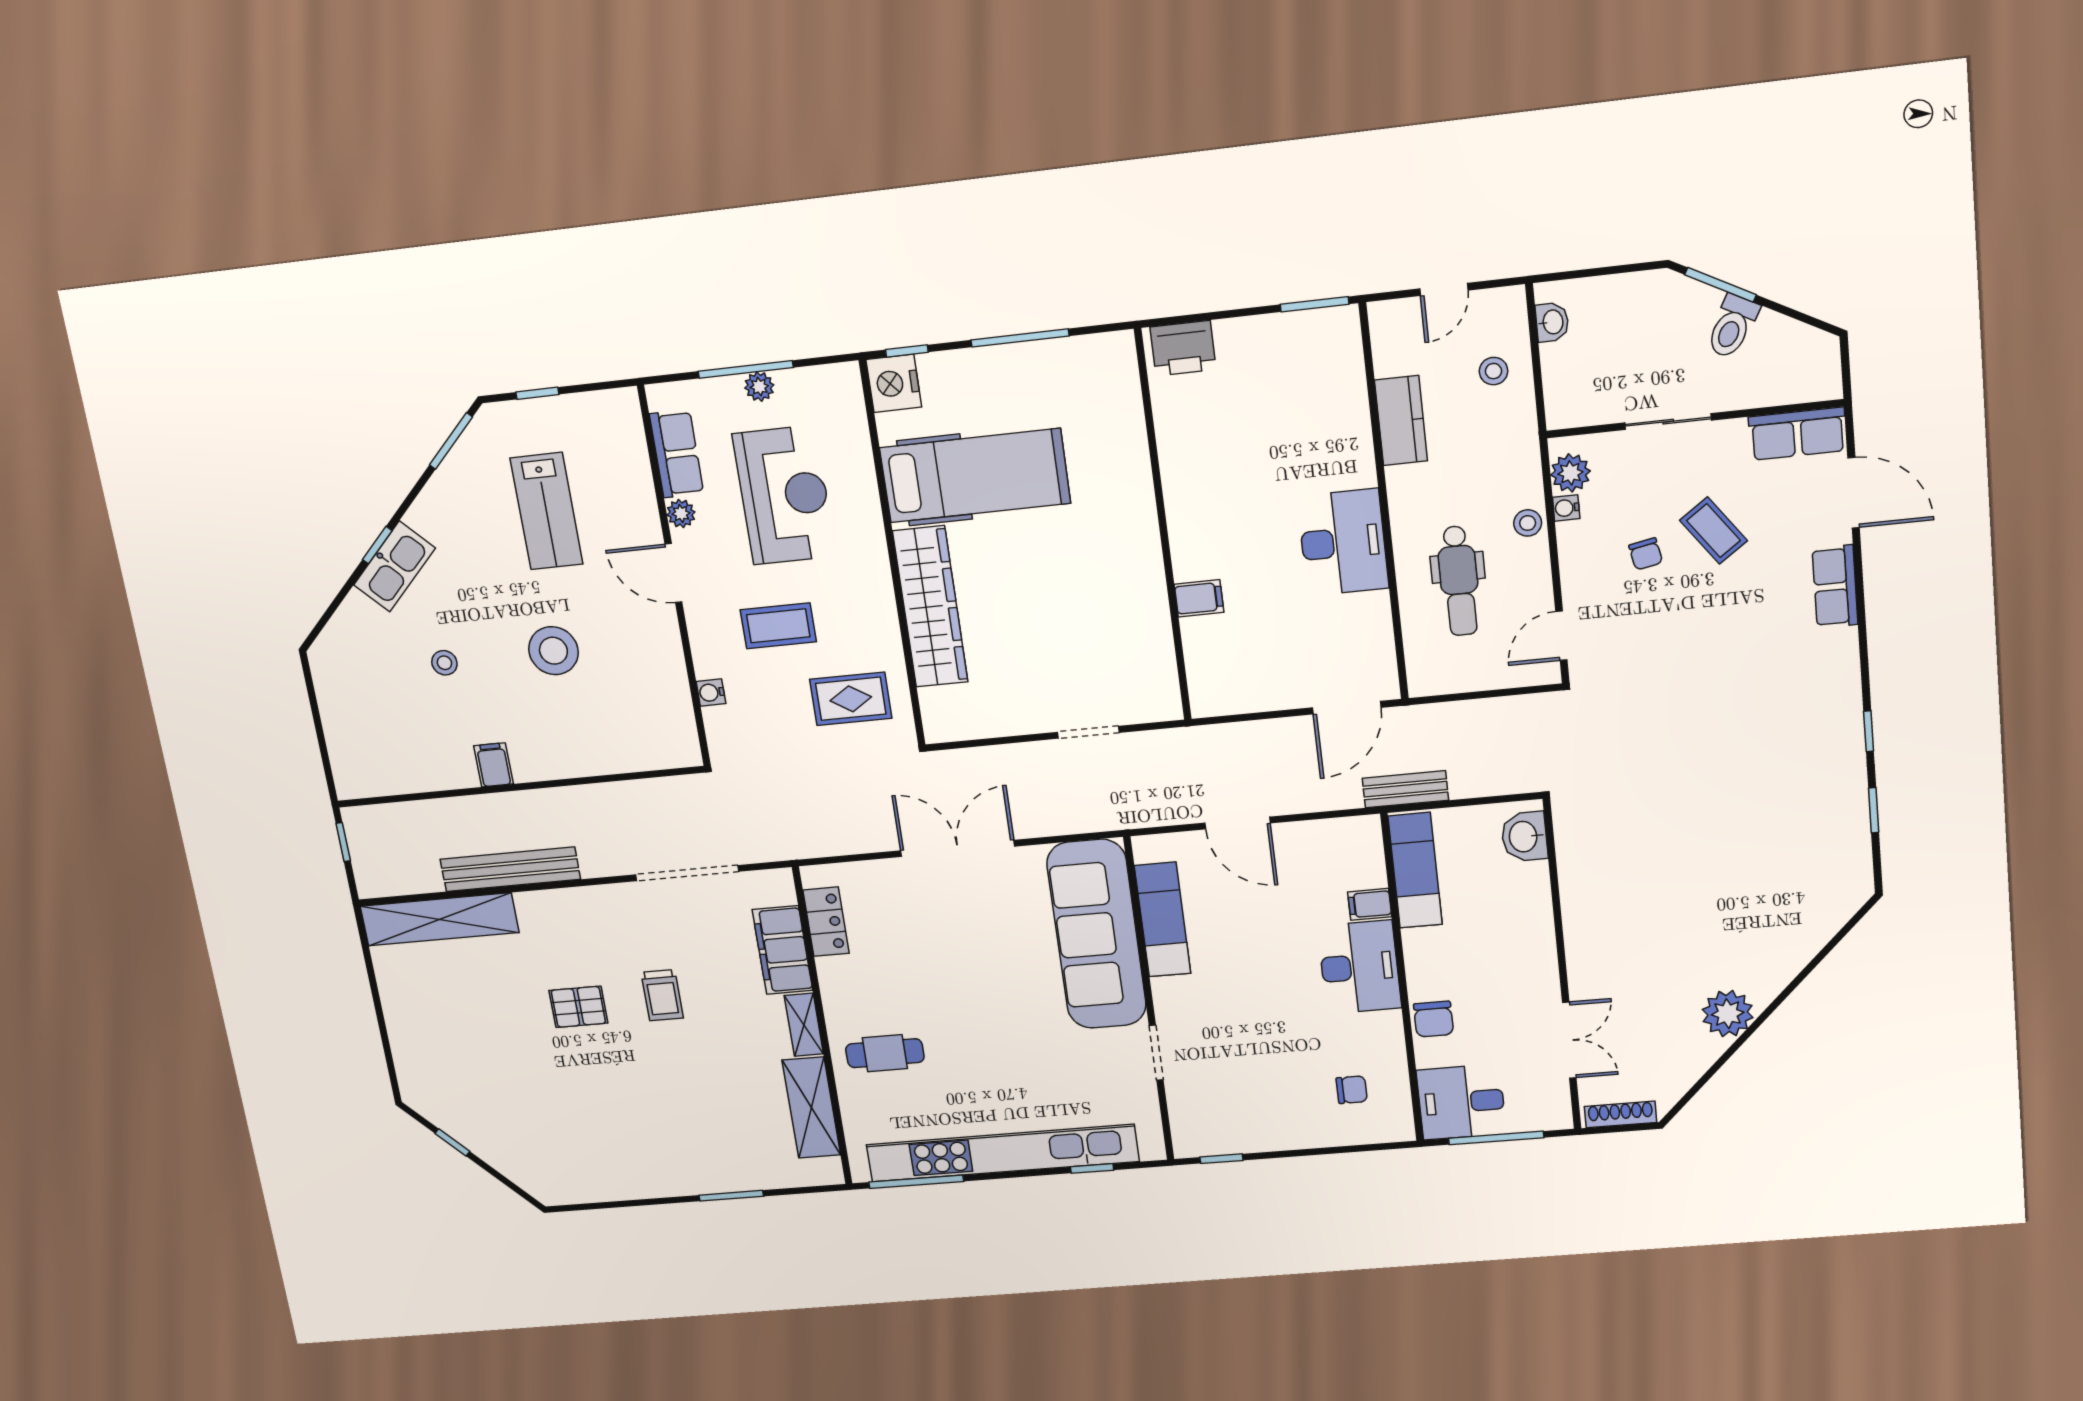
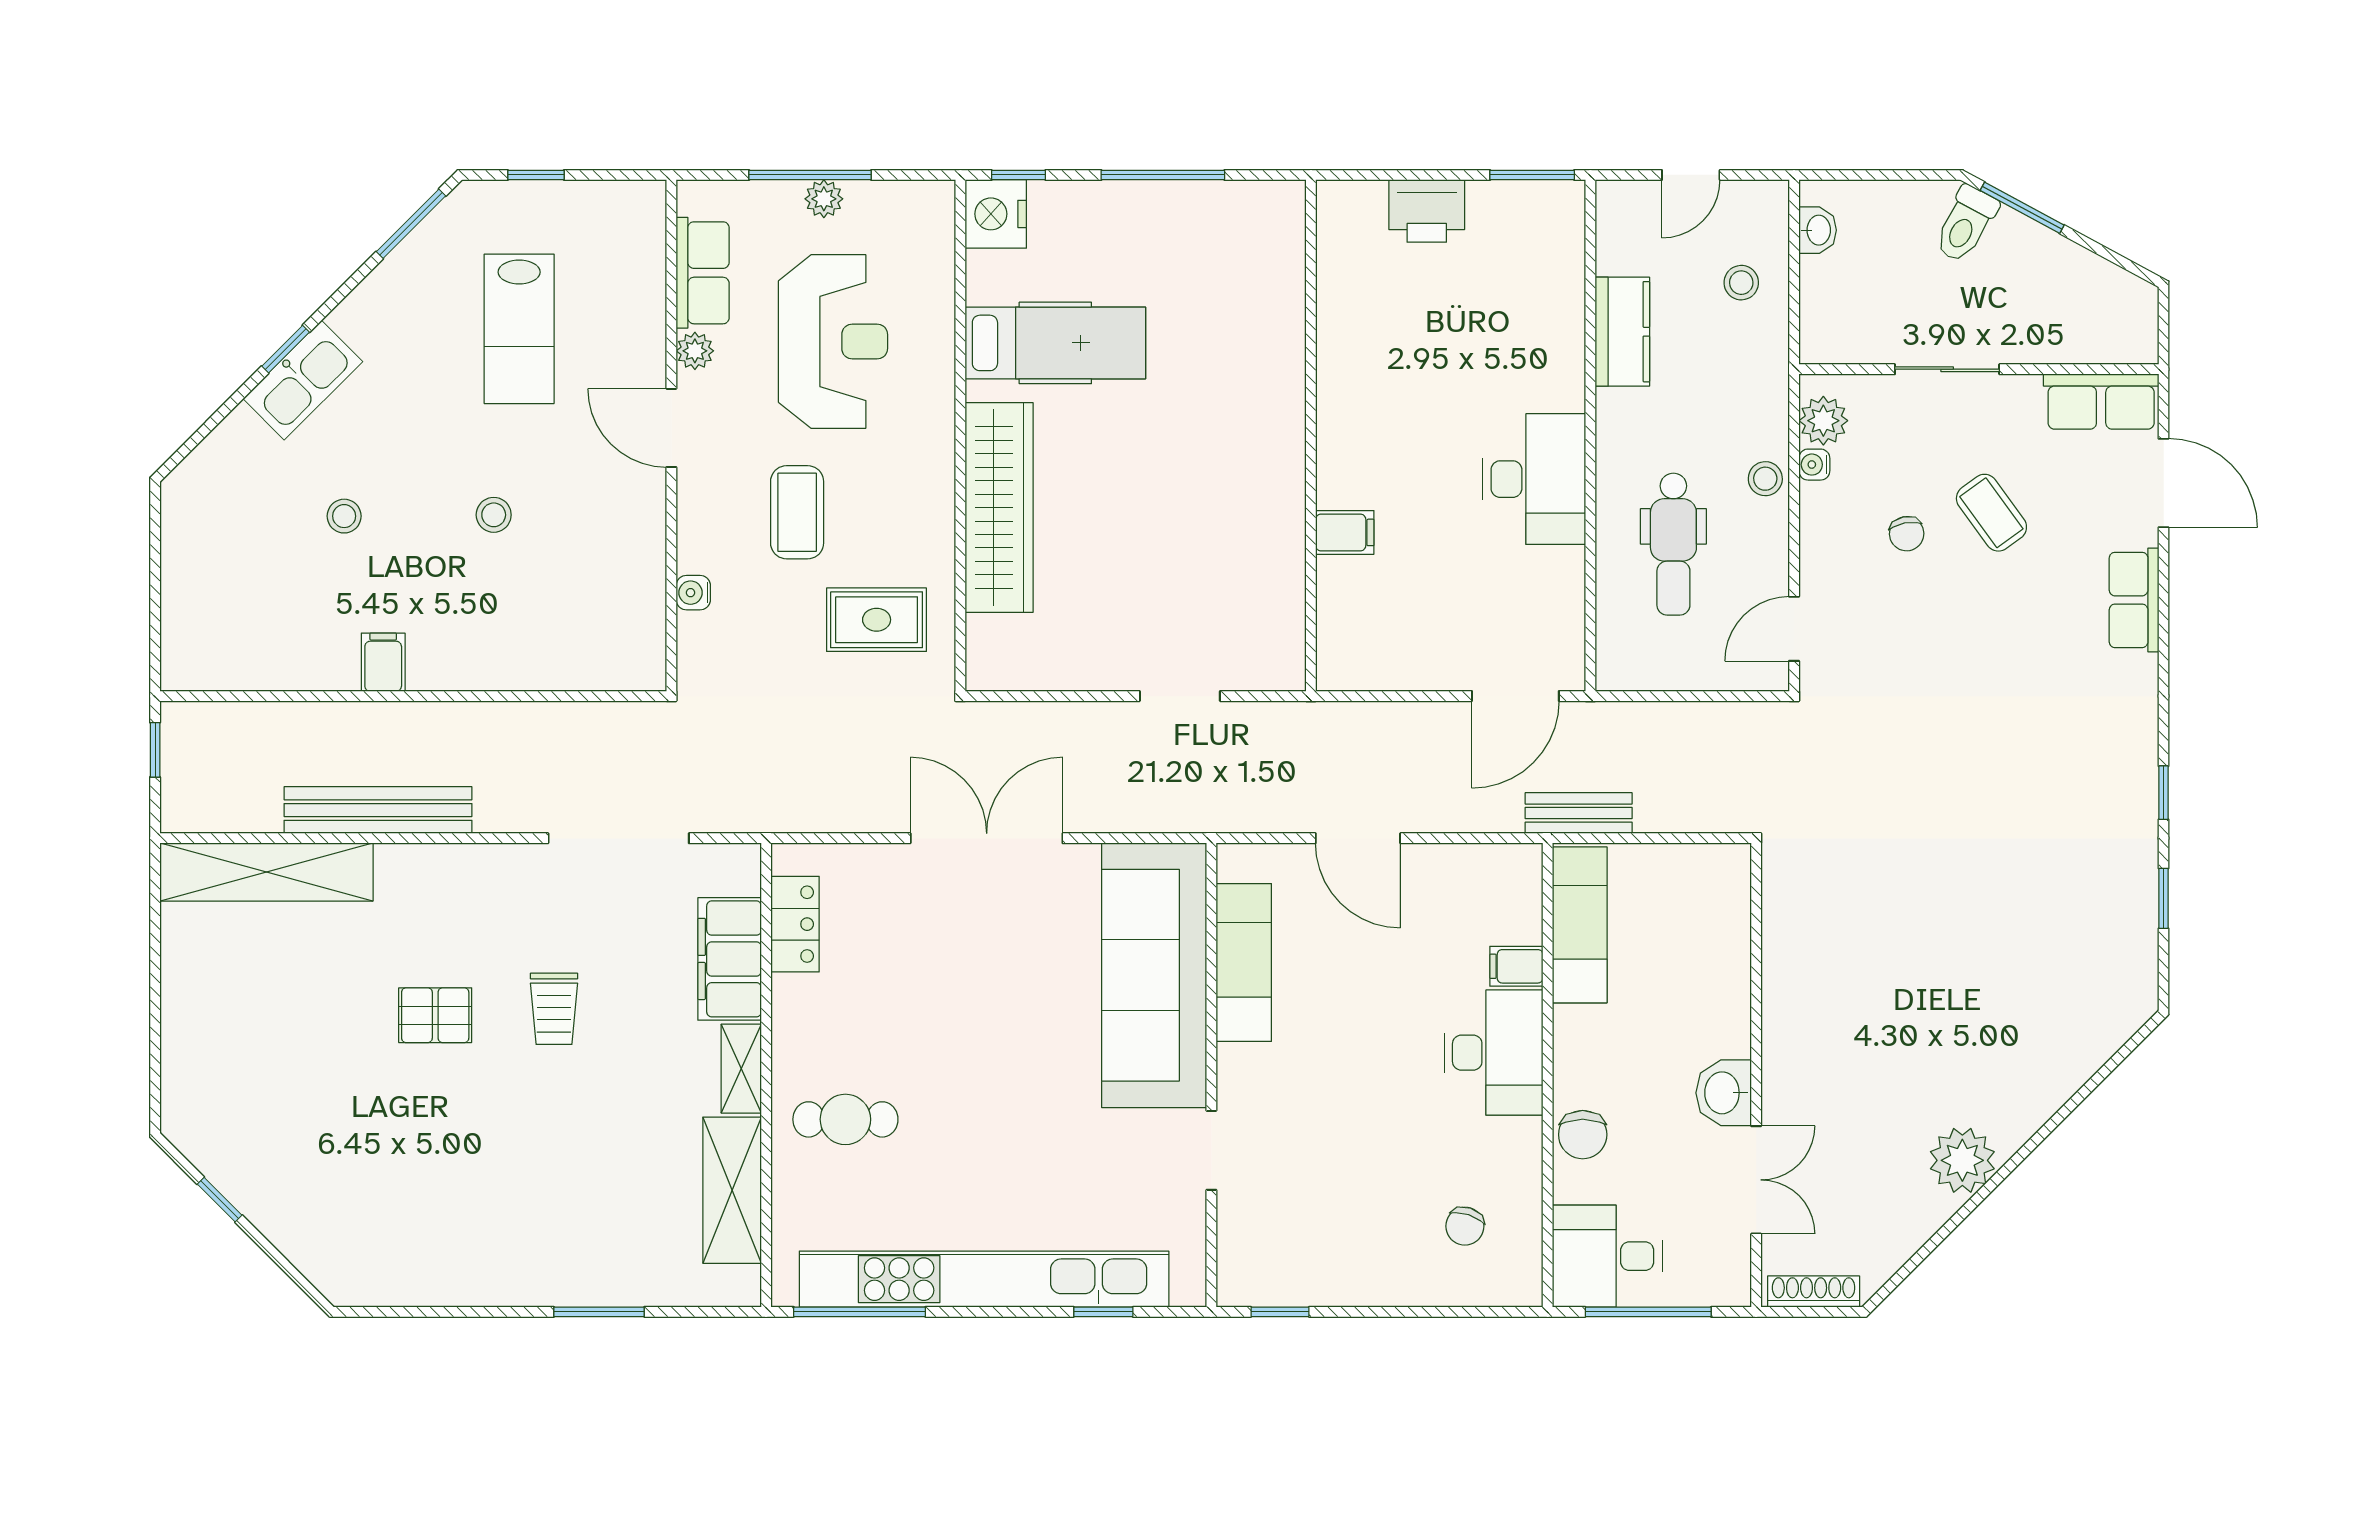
toilet: (1732, 326) -> (1966, 224), moved
printer: (1183, 348) -> (1427, 211), moved
hospital bed: (975, 476) -> (1055, 343), width x0.73, depth x0.78
coffee table: (778, 626) -> (797, 512), turned 90
stool: (553, 651) -> (494, 515), width x0.53, depth x0.53
washbasin: (1524, 837) -> (1724, 1093), moved
chair: (1352, 1090) -> (1465, 1226), turned 108

